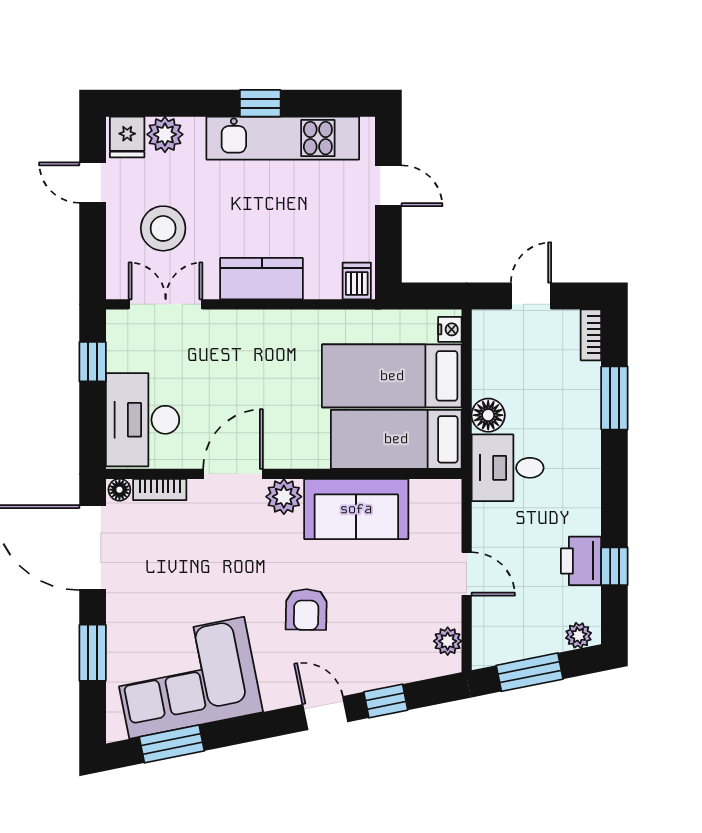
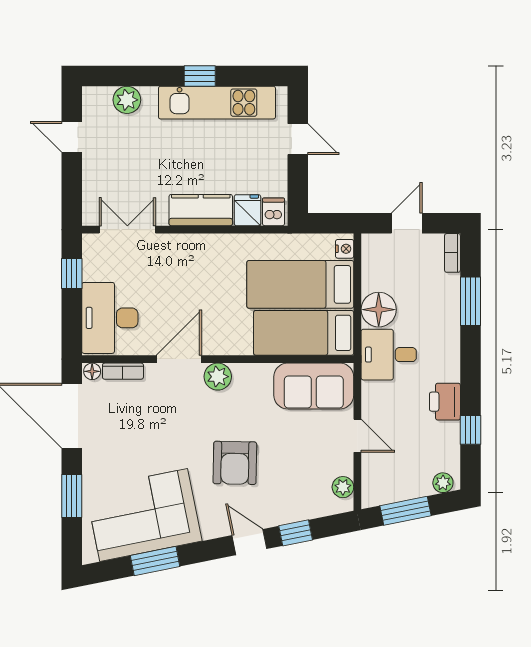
fridge: (127, 137) -> (247, 210), moved, turned 180
stool: (163, 228) -> (126, 172), removed
floor lamp: (488, 415) -> (379, 310), width x1.38, depth x1.38
sofa: (356, 509) -> (314, 386), moved
printer: (581, 561) -> (445, 402), moved
armchair: (306, 609) -> (235, 463), width x1.38, depth x1.38
window: (172, 744) -> (155, 561), moved

